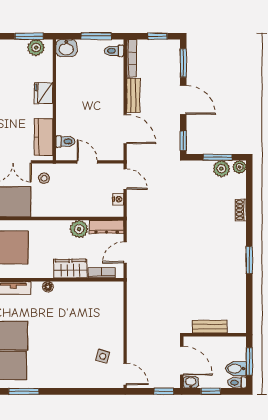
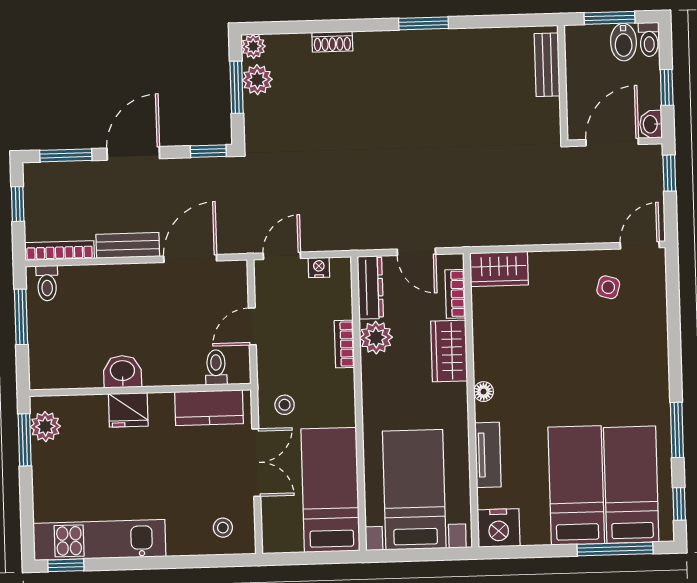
washbasin: (66, 48) -> (122, 372), moved, turned -90
bookcase: (76, 212) -> (344, 344), added
wardrobe: (114, 297) -> (499, 269), added
bench: (210, 327) -> (547, 65), moved

